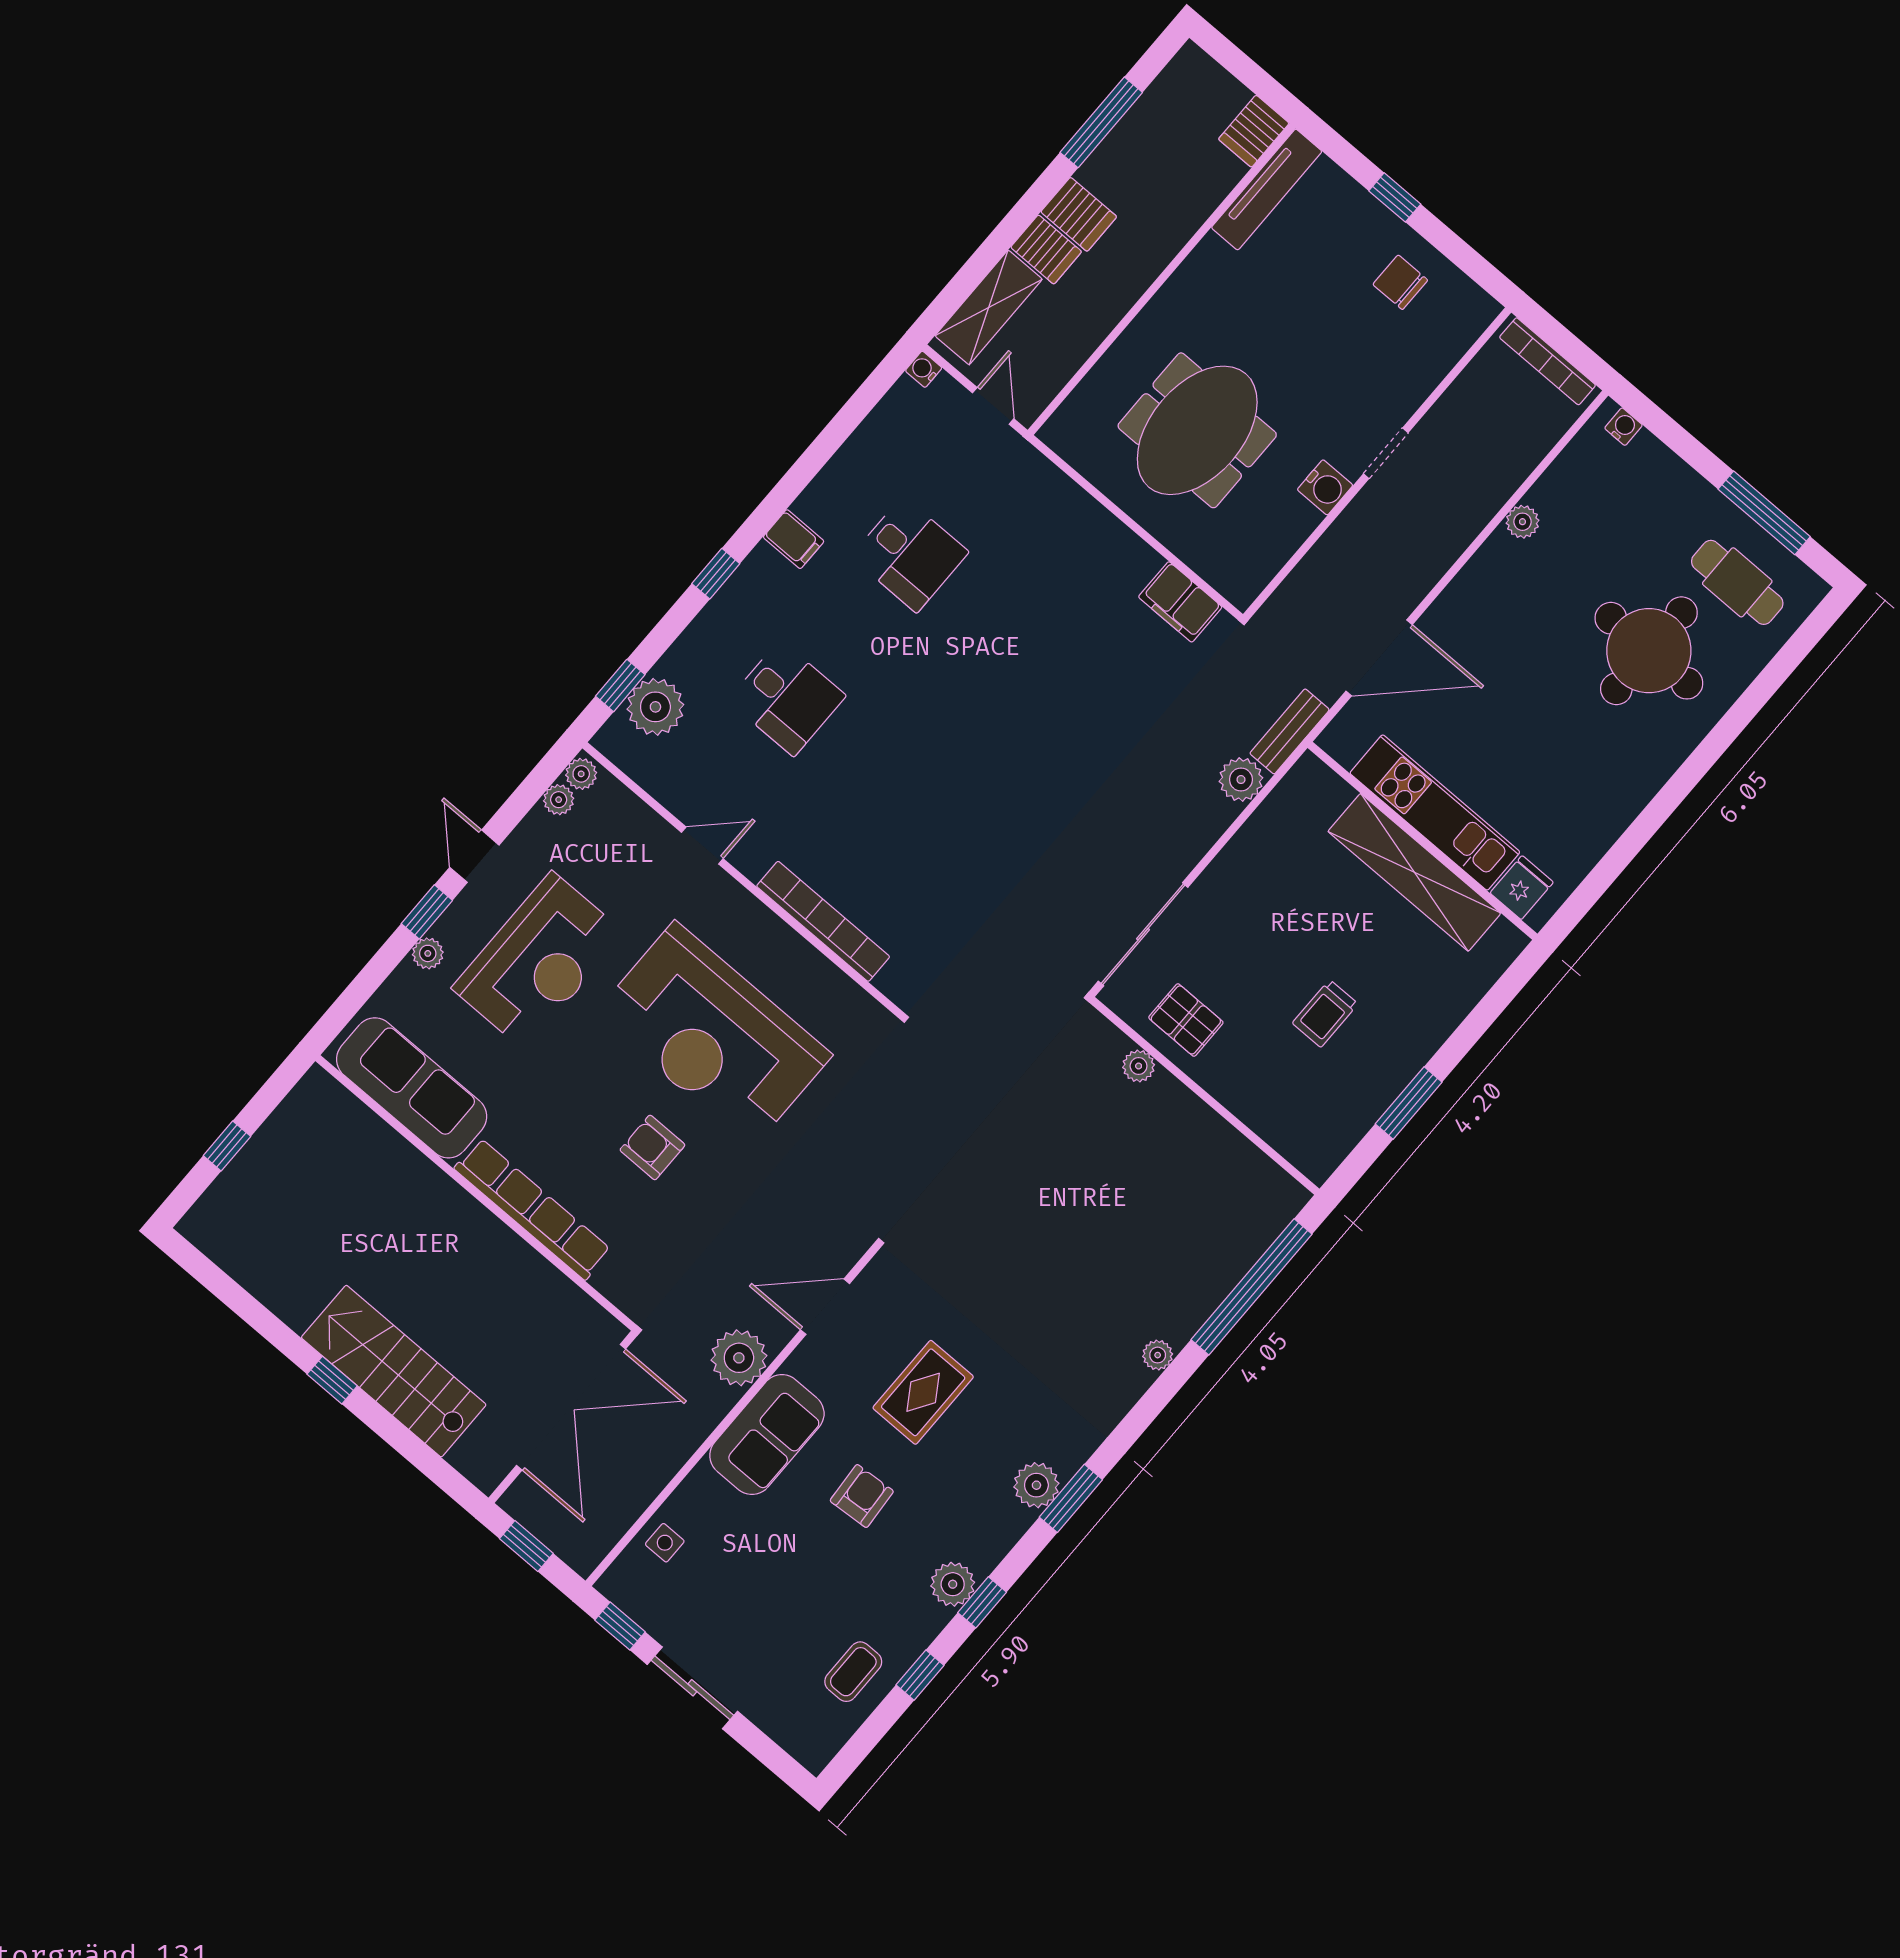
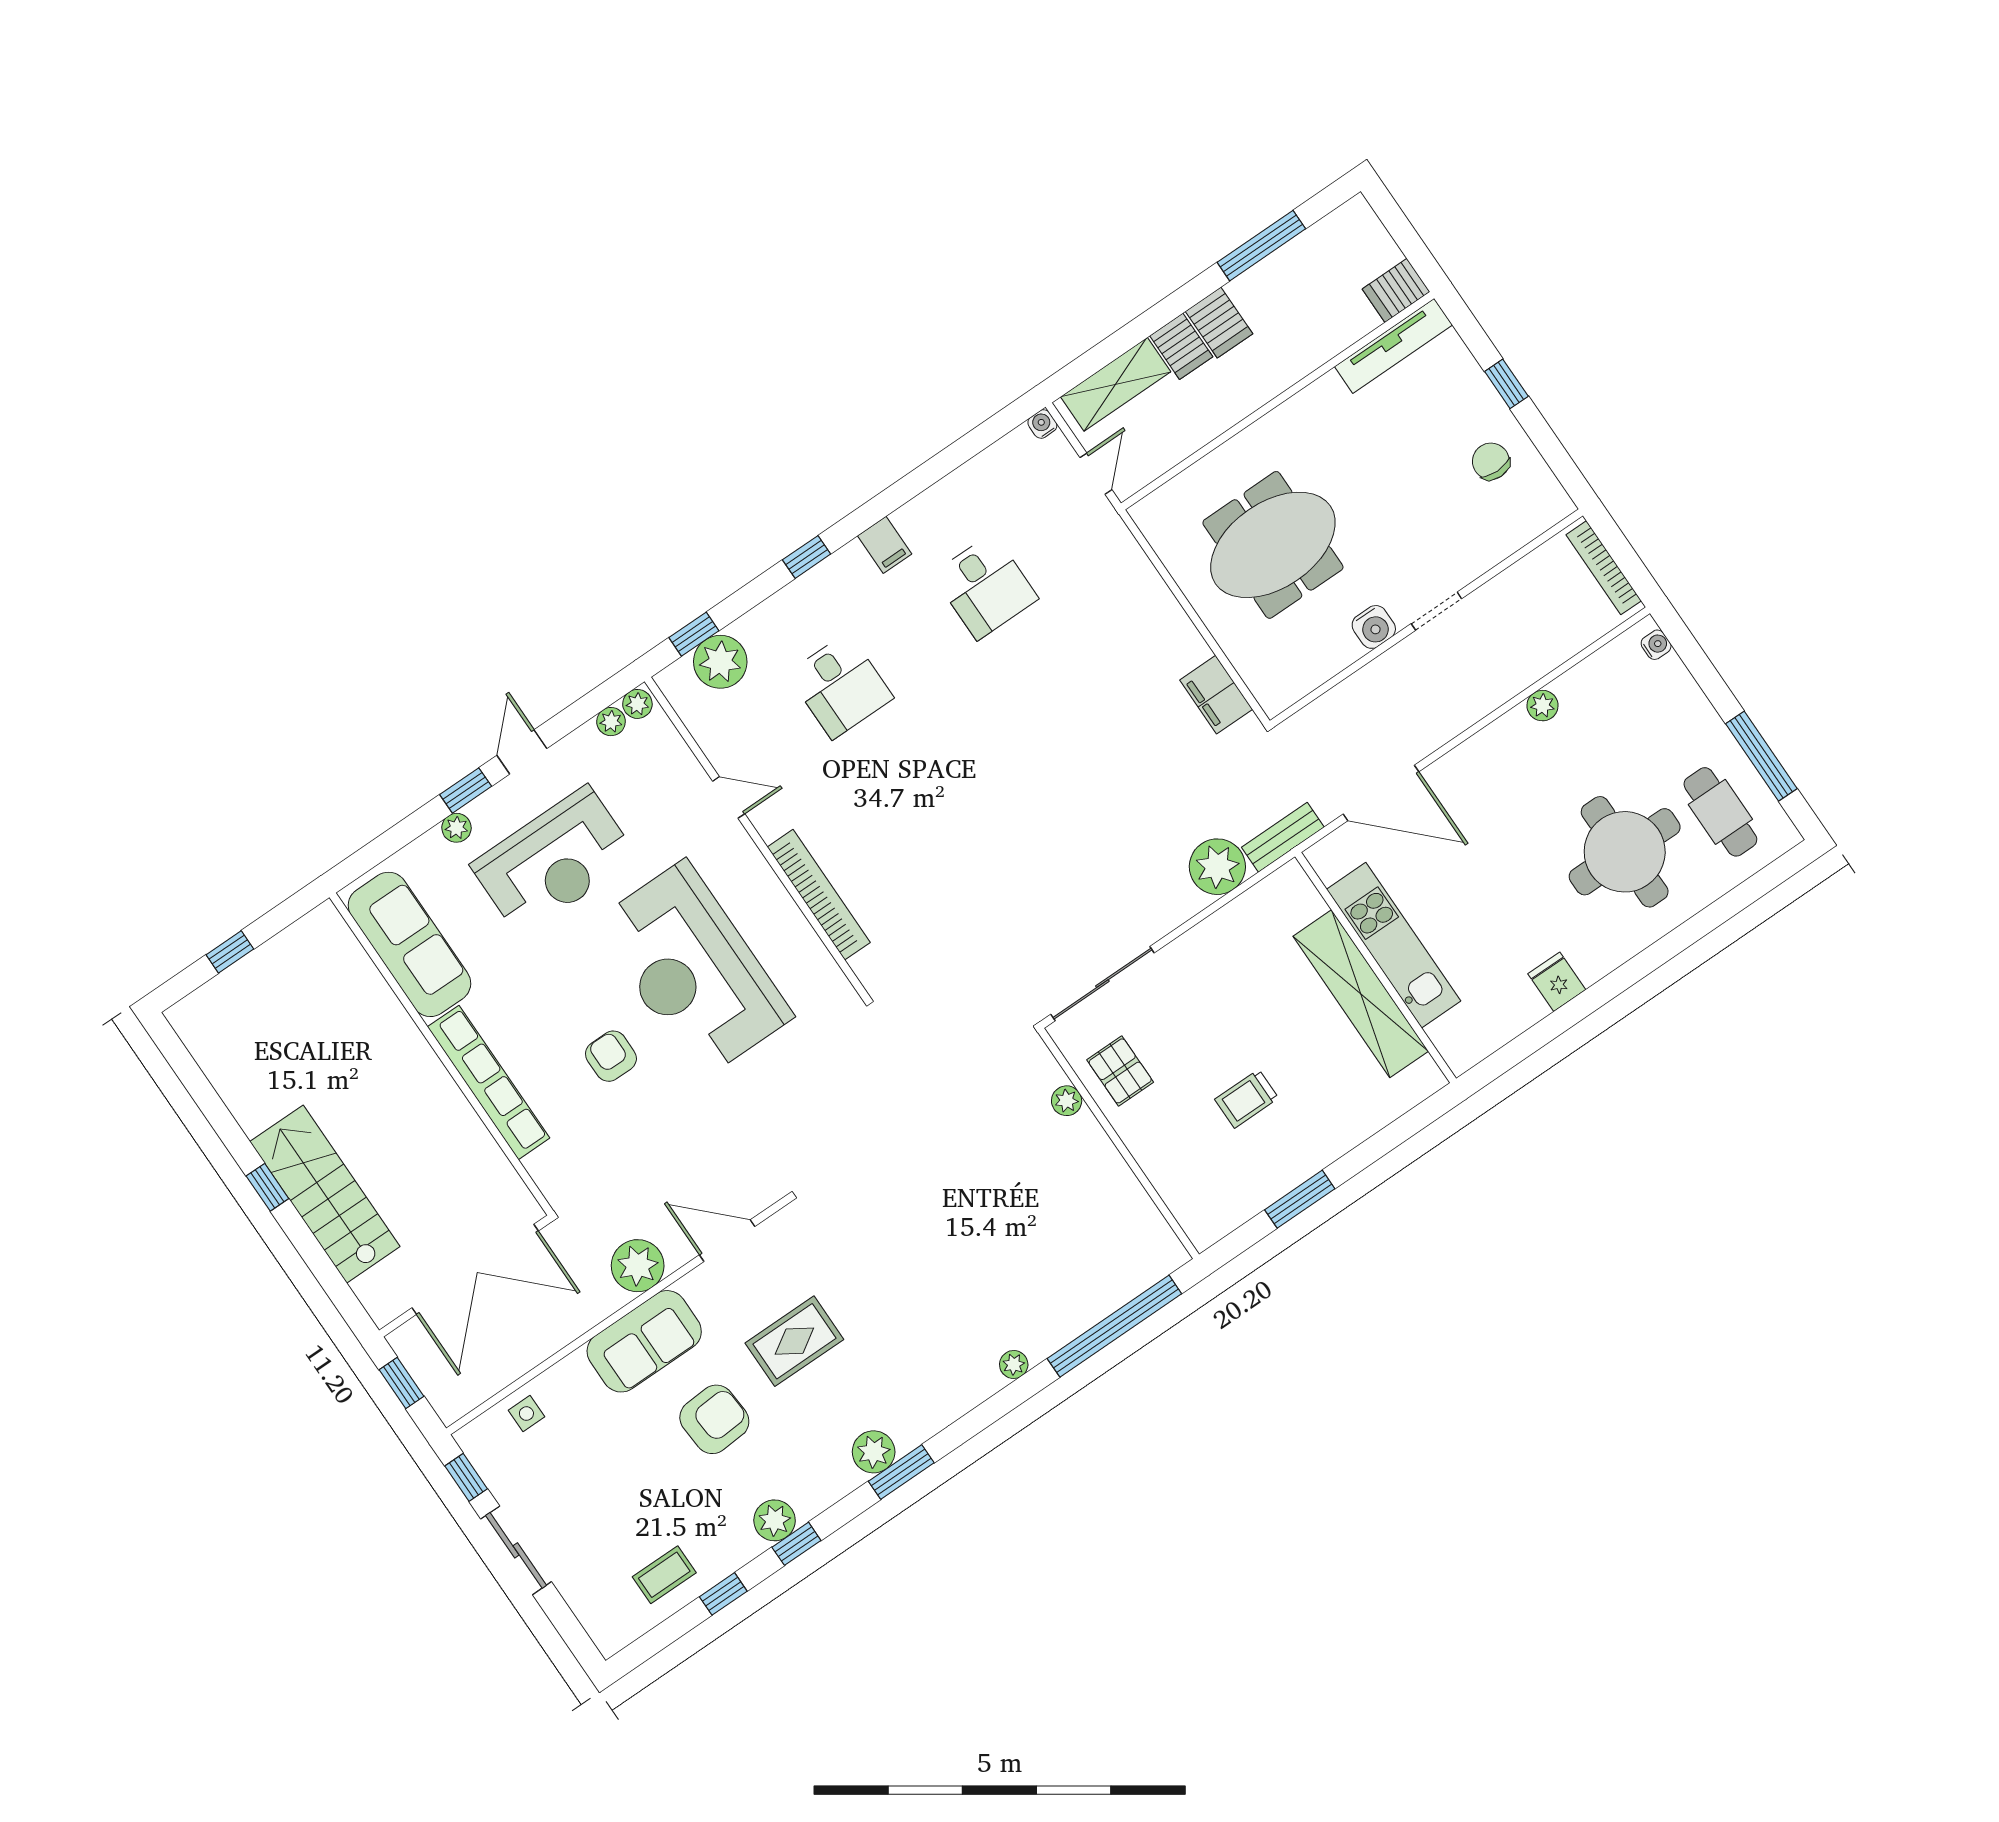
plant: (1241, 780) -> (1217, 867), width x1.36, depth x1.36
fridge: (1522, 888) -> (1557, 982), moved, turned -90
armchair: (862, 1496) -> (714, 1419), width x1.38, depth x1.38

